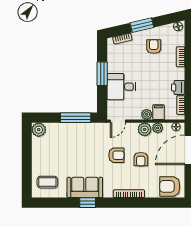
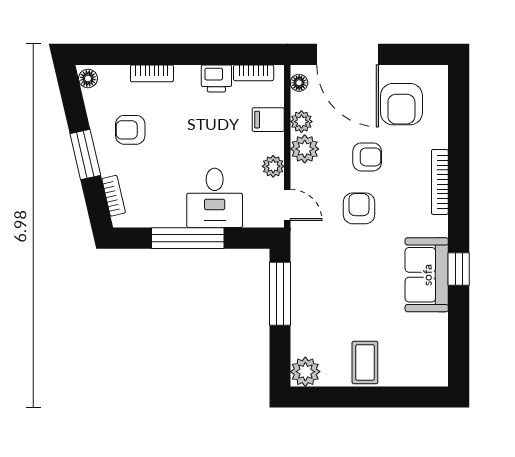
window: (102, 74) -> (188, 238), width x1.44
plant: (147, 114) -> (273, 166), moved
coffee table: (47, 182) -> (365, 362), moved
armchair: (170, 186) -> (401, 104), moved

